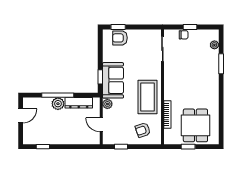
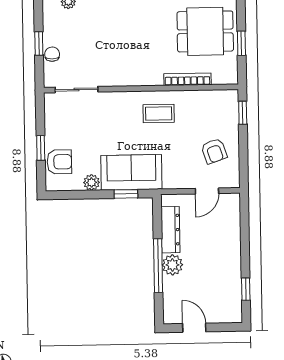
window: (118, 27) -> (41, 148), moved
armchair: (120, 38) -> (59, 162), turned -90
coffee table: (147, 97) -> (159, 113), width x0.54, depth x0.58
plant: (107, 104) -> (92, 182), moved
armchair: (143, 130) -> (214, 151), moved
window: (121, 147) -> (243, 113), moved

